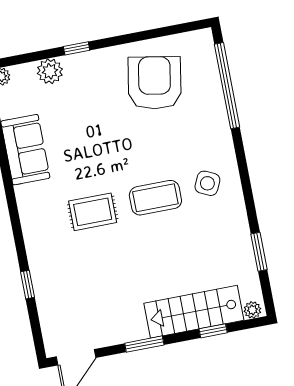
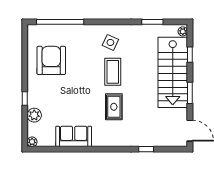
armchair: (155, 83) -> (51, 60), turned 80
stairs: (194, 312) -> (173, 72), width x1.36, depth x1.51

